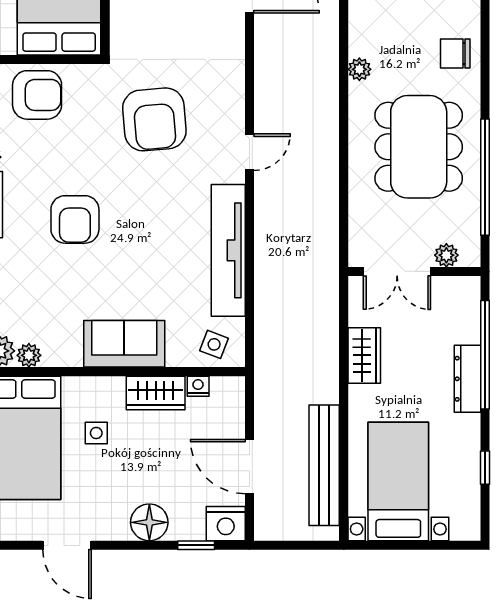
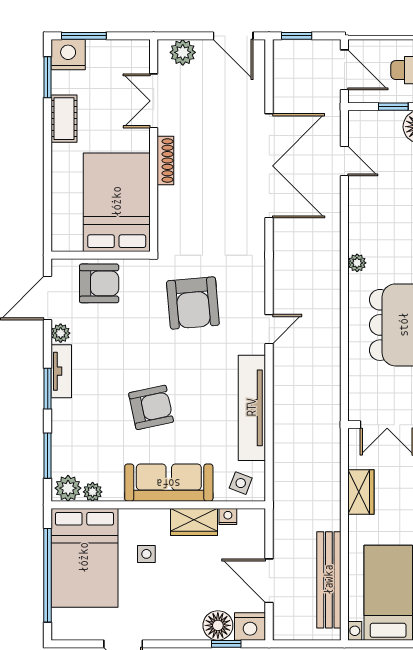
armchair: (75, 219) -> (151, 407), moved, turned -102
sofa: (124, 344) -> (169, 483), width x1.36
floor lamp: (149, 522) -> (218, 625), moved

